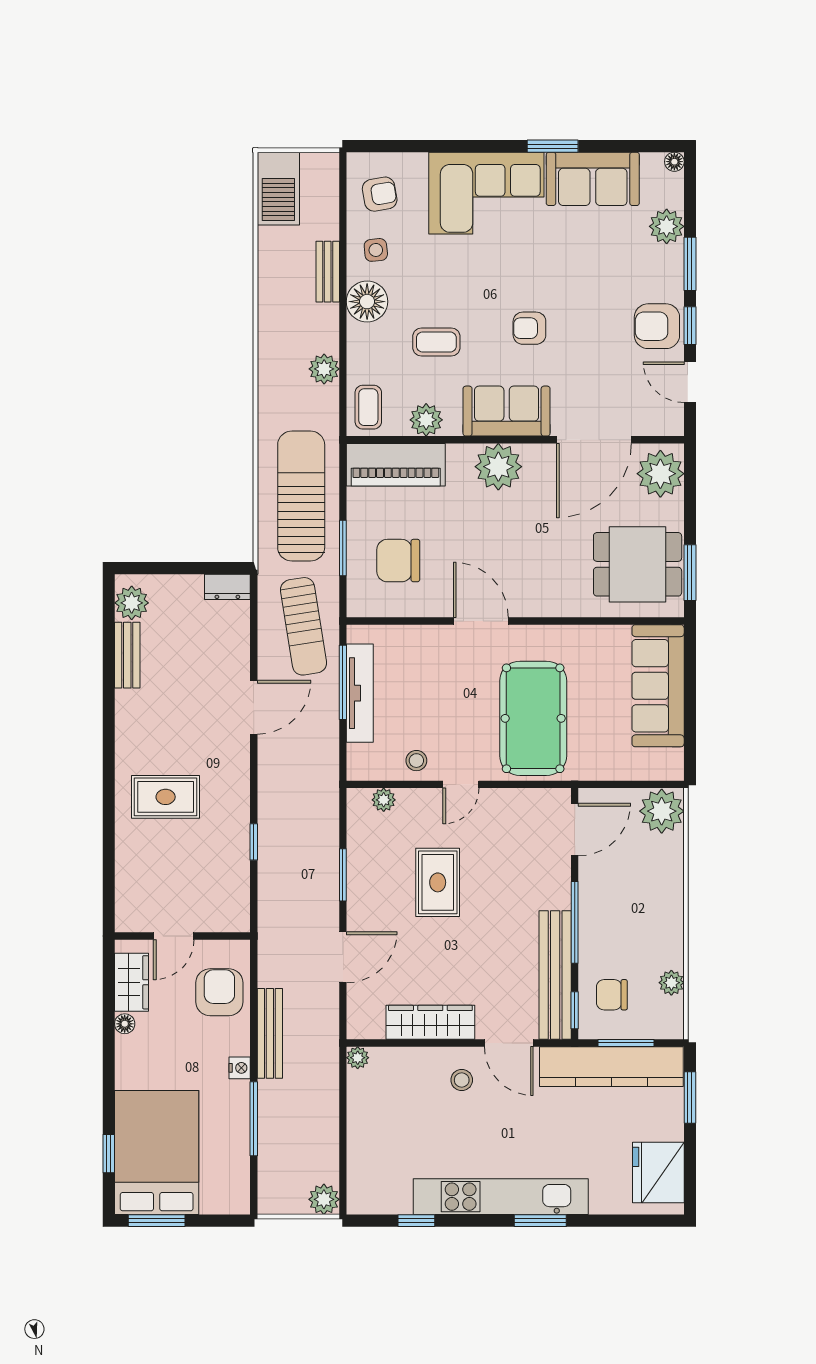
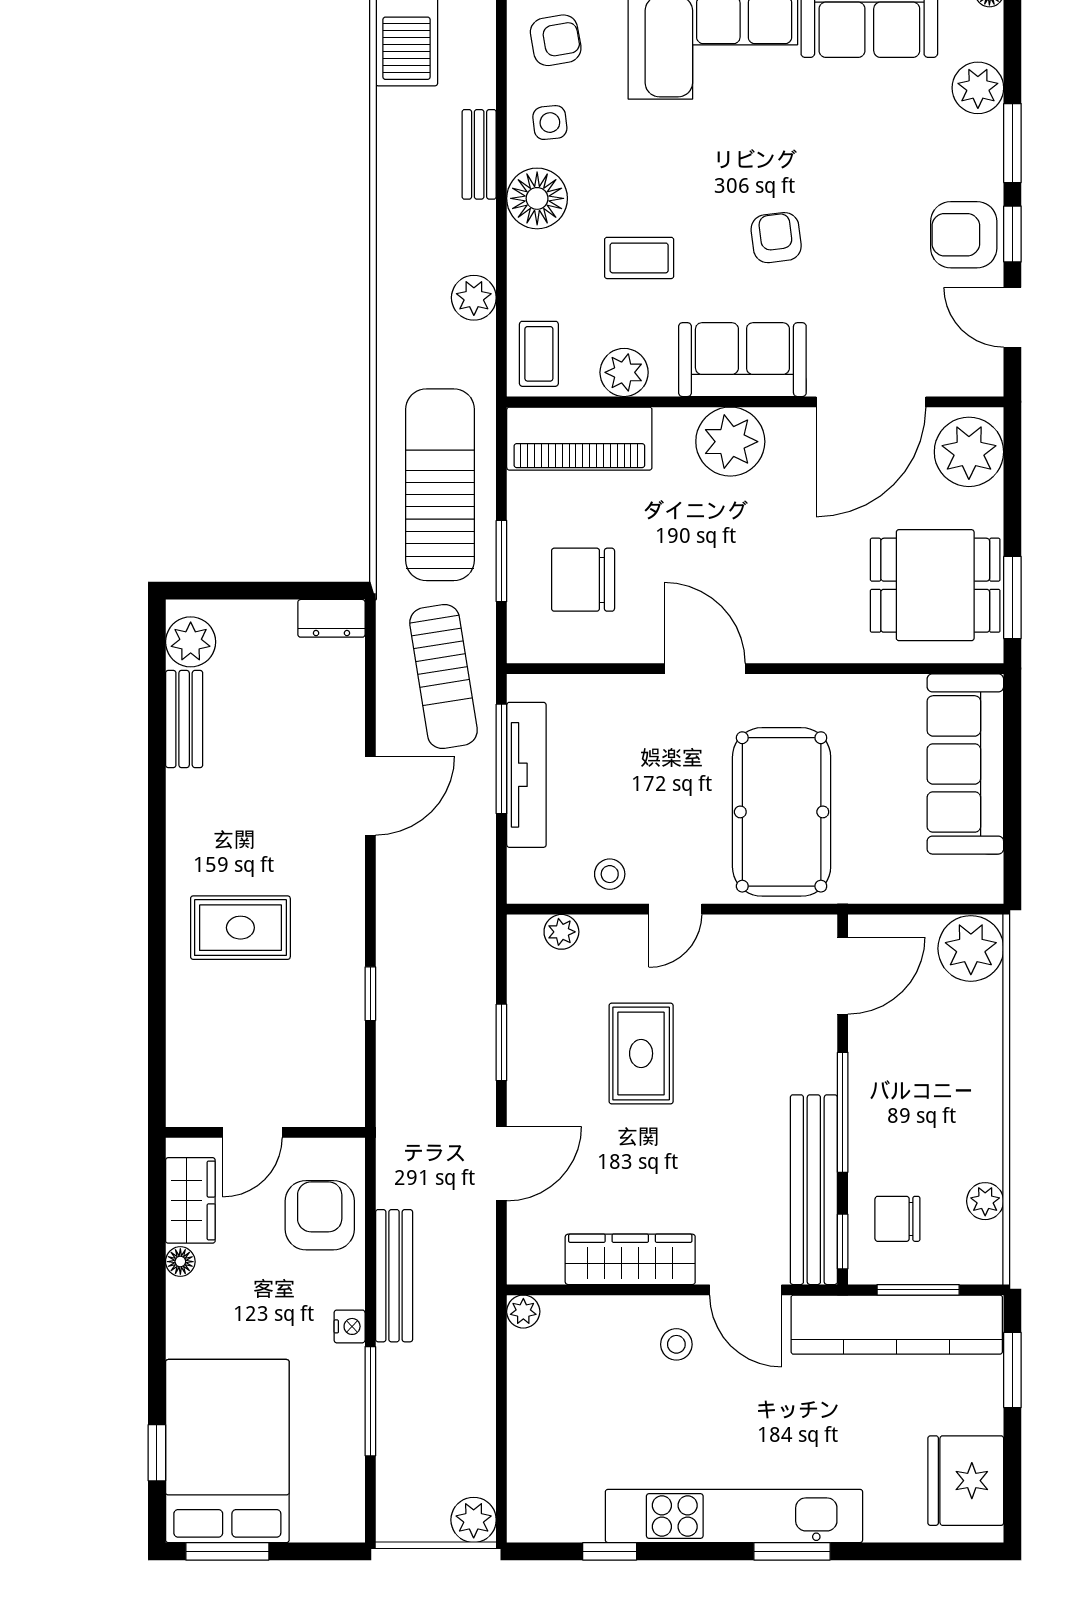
armchair: (529, 328) -> (776, 238), turned 83

